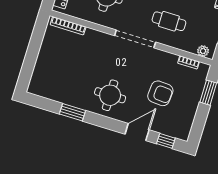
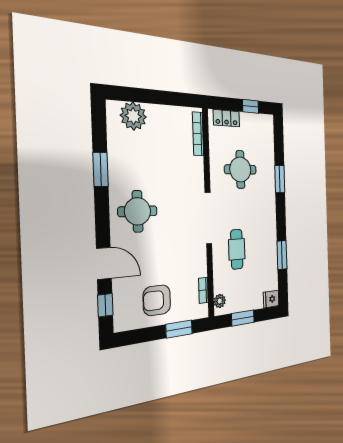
plant: (42, 75) -> (133, 116), added
armchair: (160, 93) -> (157, 300), moved, turned 86

